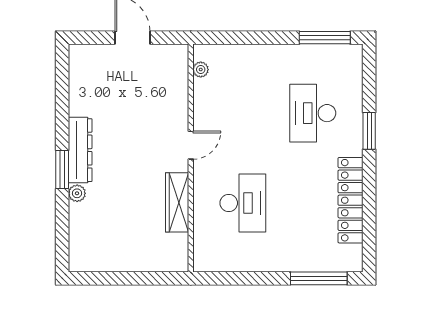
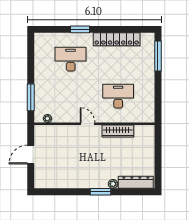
window: (325, 38) -> (31, 97), moved
desk: (313, 113) -> (71, 59), turned 180
dresser: (80, 150) -> (136, 182), moved

